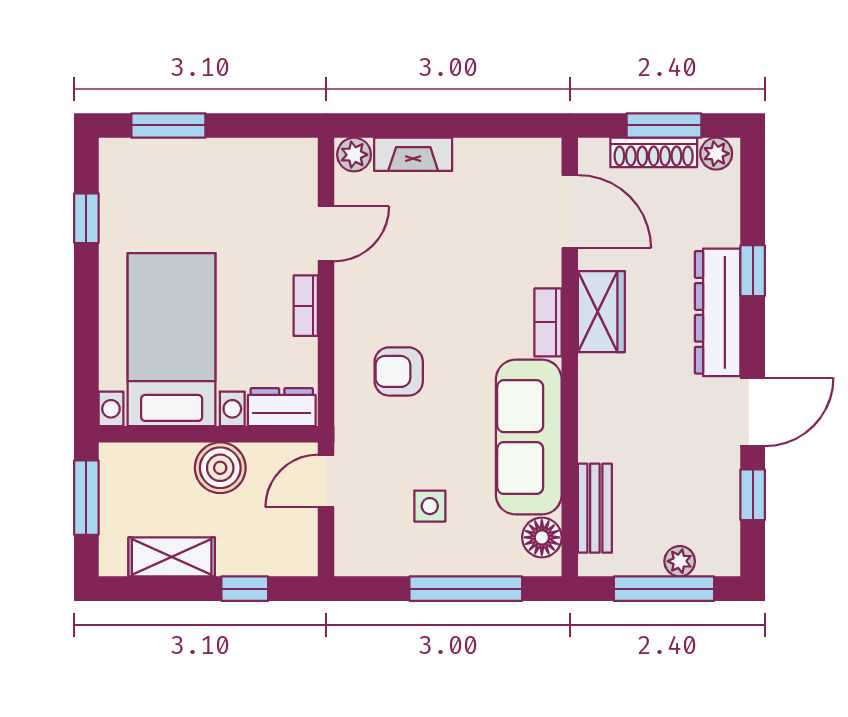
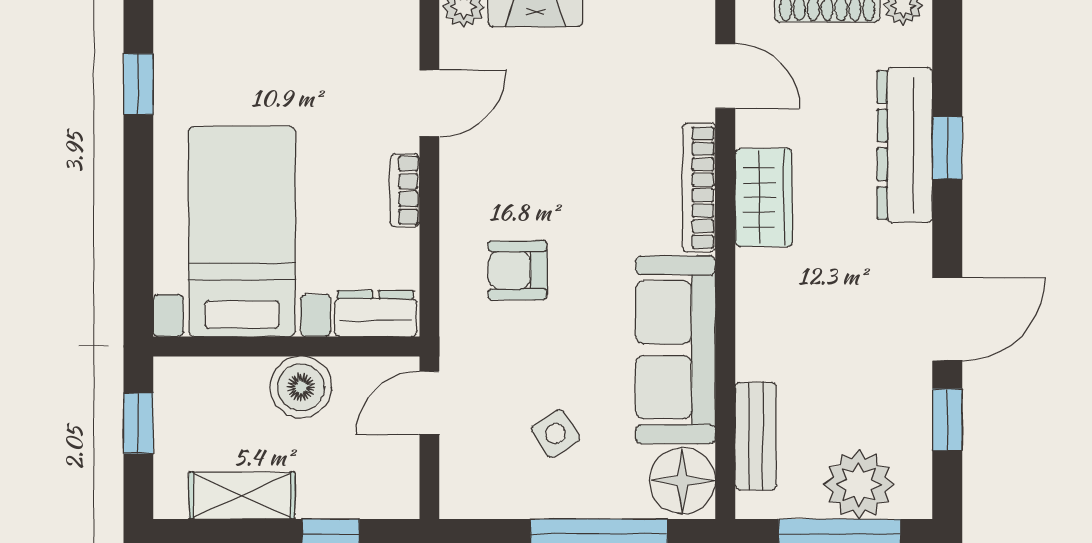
door: (570, 212) -> (725, 76), width x0.73
dresser: (718, 312) -> (905, 145), moved
bookcase: (548, 322) -> (699, 187), width x1.56
window: (86, 498) -> (138, 423), width x0.67
side table: (430, 506) -> (555, 434), turned -32
floor lamp: (542, 537) -> (682, 481), width x1.38, depth x1.38
plant: (680, 561) -> (859, 484), width x1.88, depth x1.88

